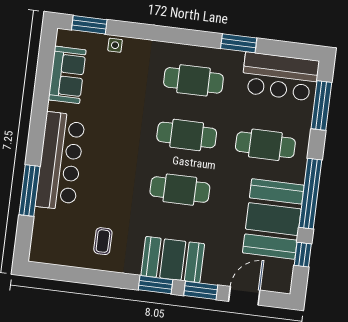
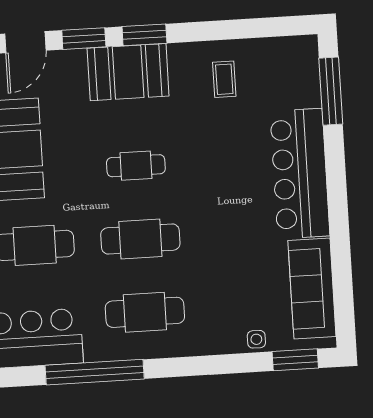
window: (239, 43) -> (95, 372), width x2.11
sofa: (67, 75) -> (312, 289), width x1.36
window: (30, 190) -> (331, 91), moved
cafe table: (180, 190) -> (136, 166), width x0.73, depth x0.74

